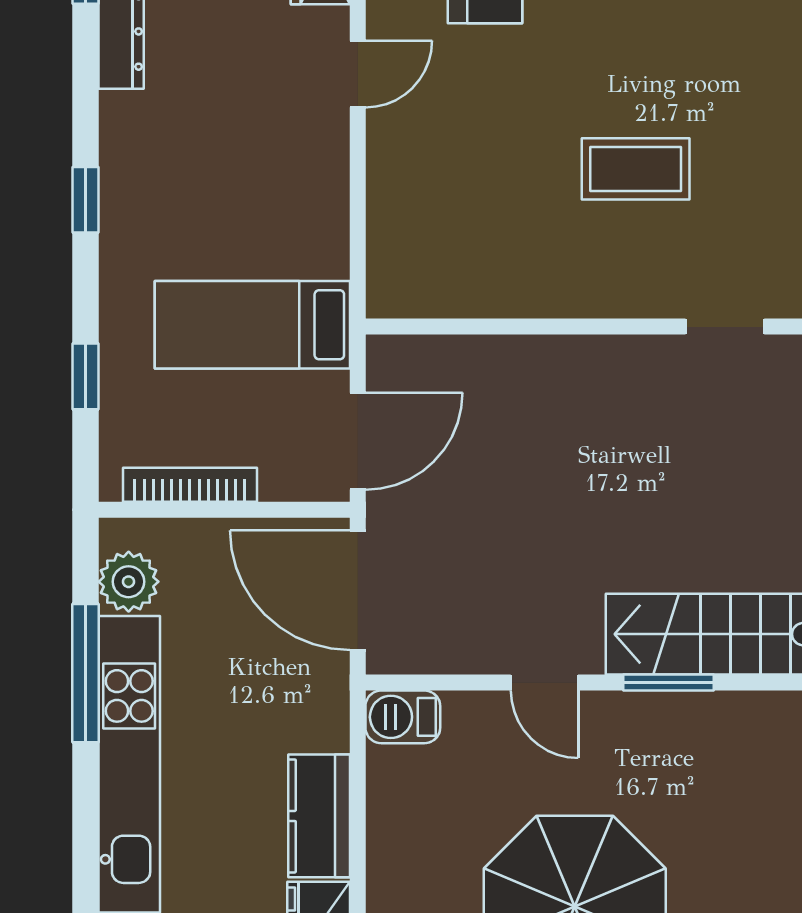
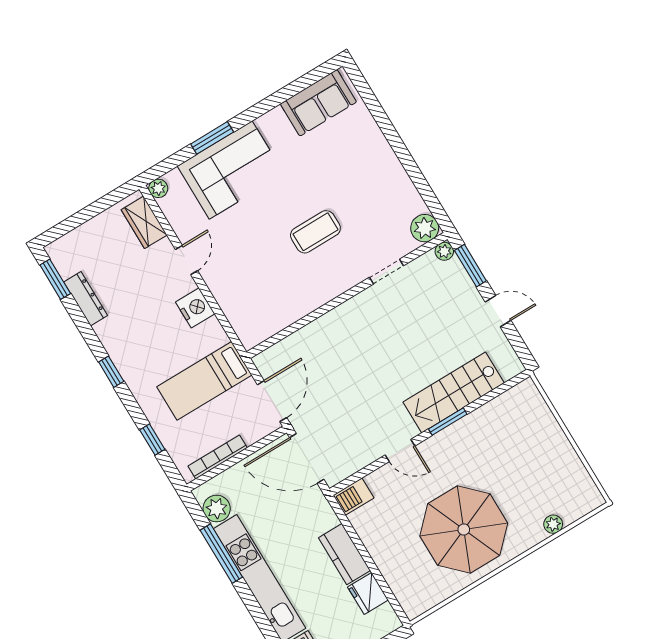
nightstand: (319, 175) -> (195, 308), added

